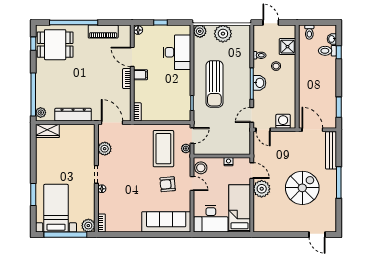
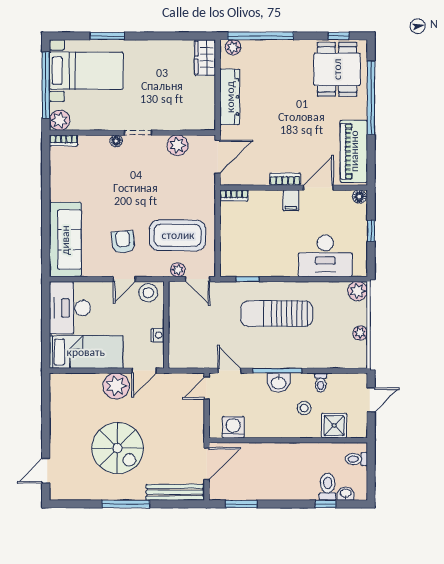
piano: (103, 32) -> (354, 151), width x1.37, depth x1.33
plant: (223, 34) -> (360, 333), width x0.53, depth x0.53
washing machine: (283, 121) -> (233, 427), moved, turned -90

